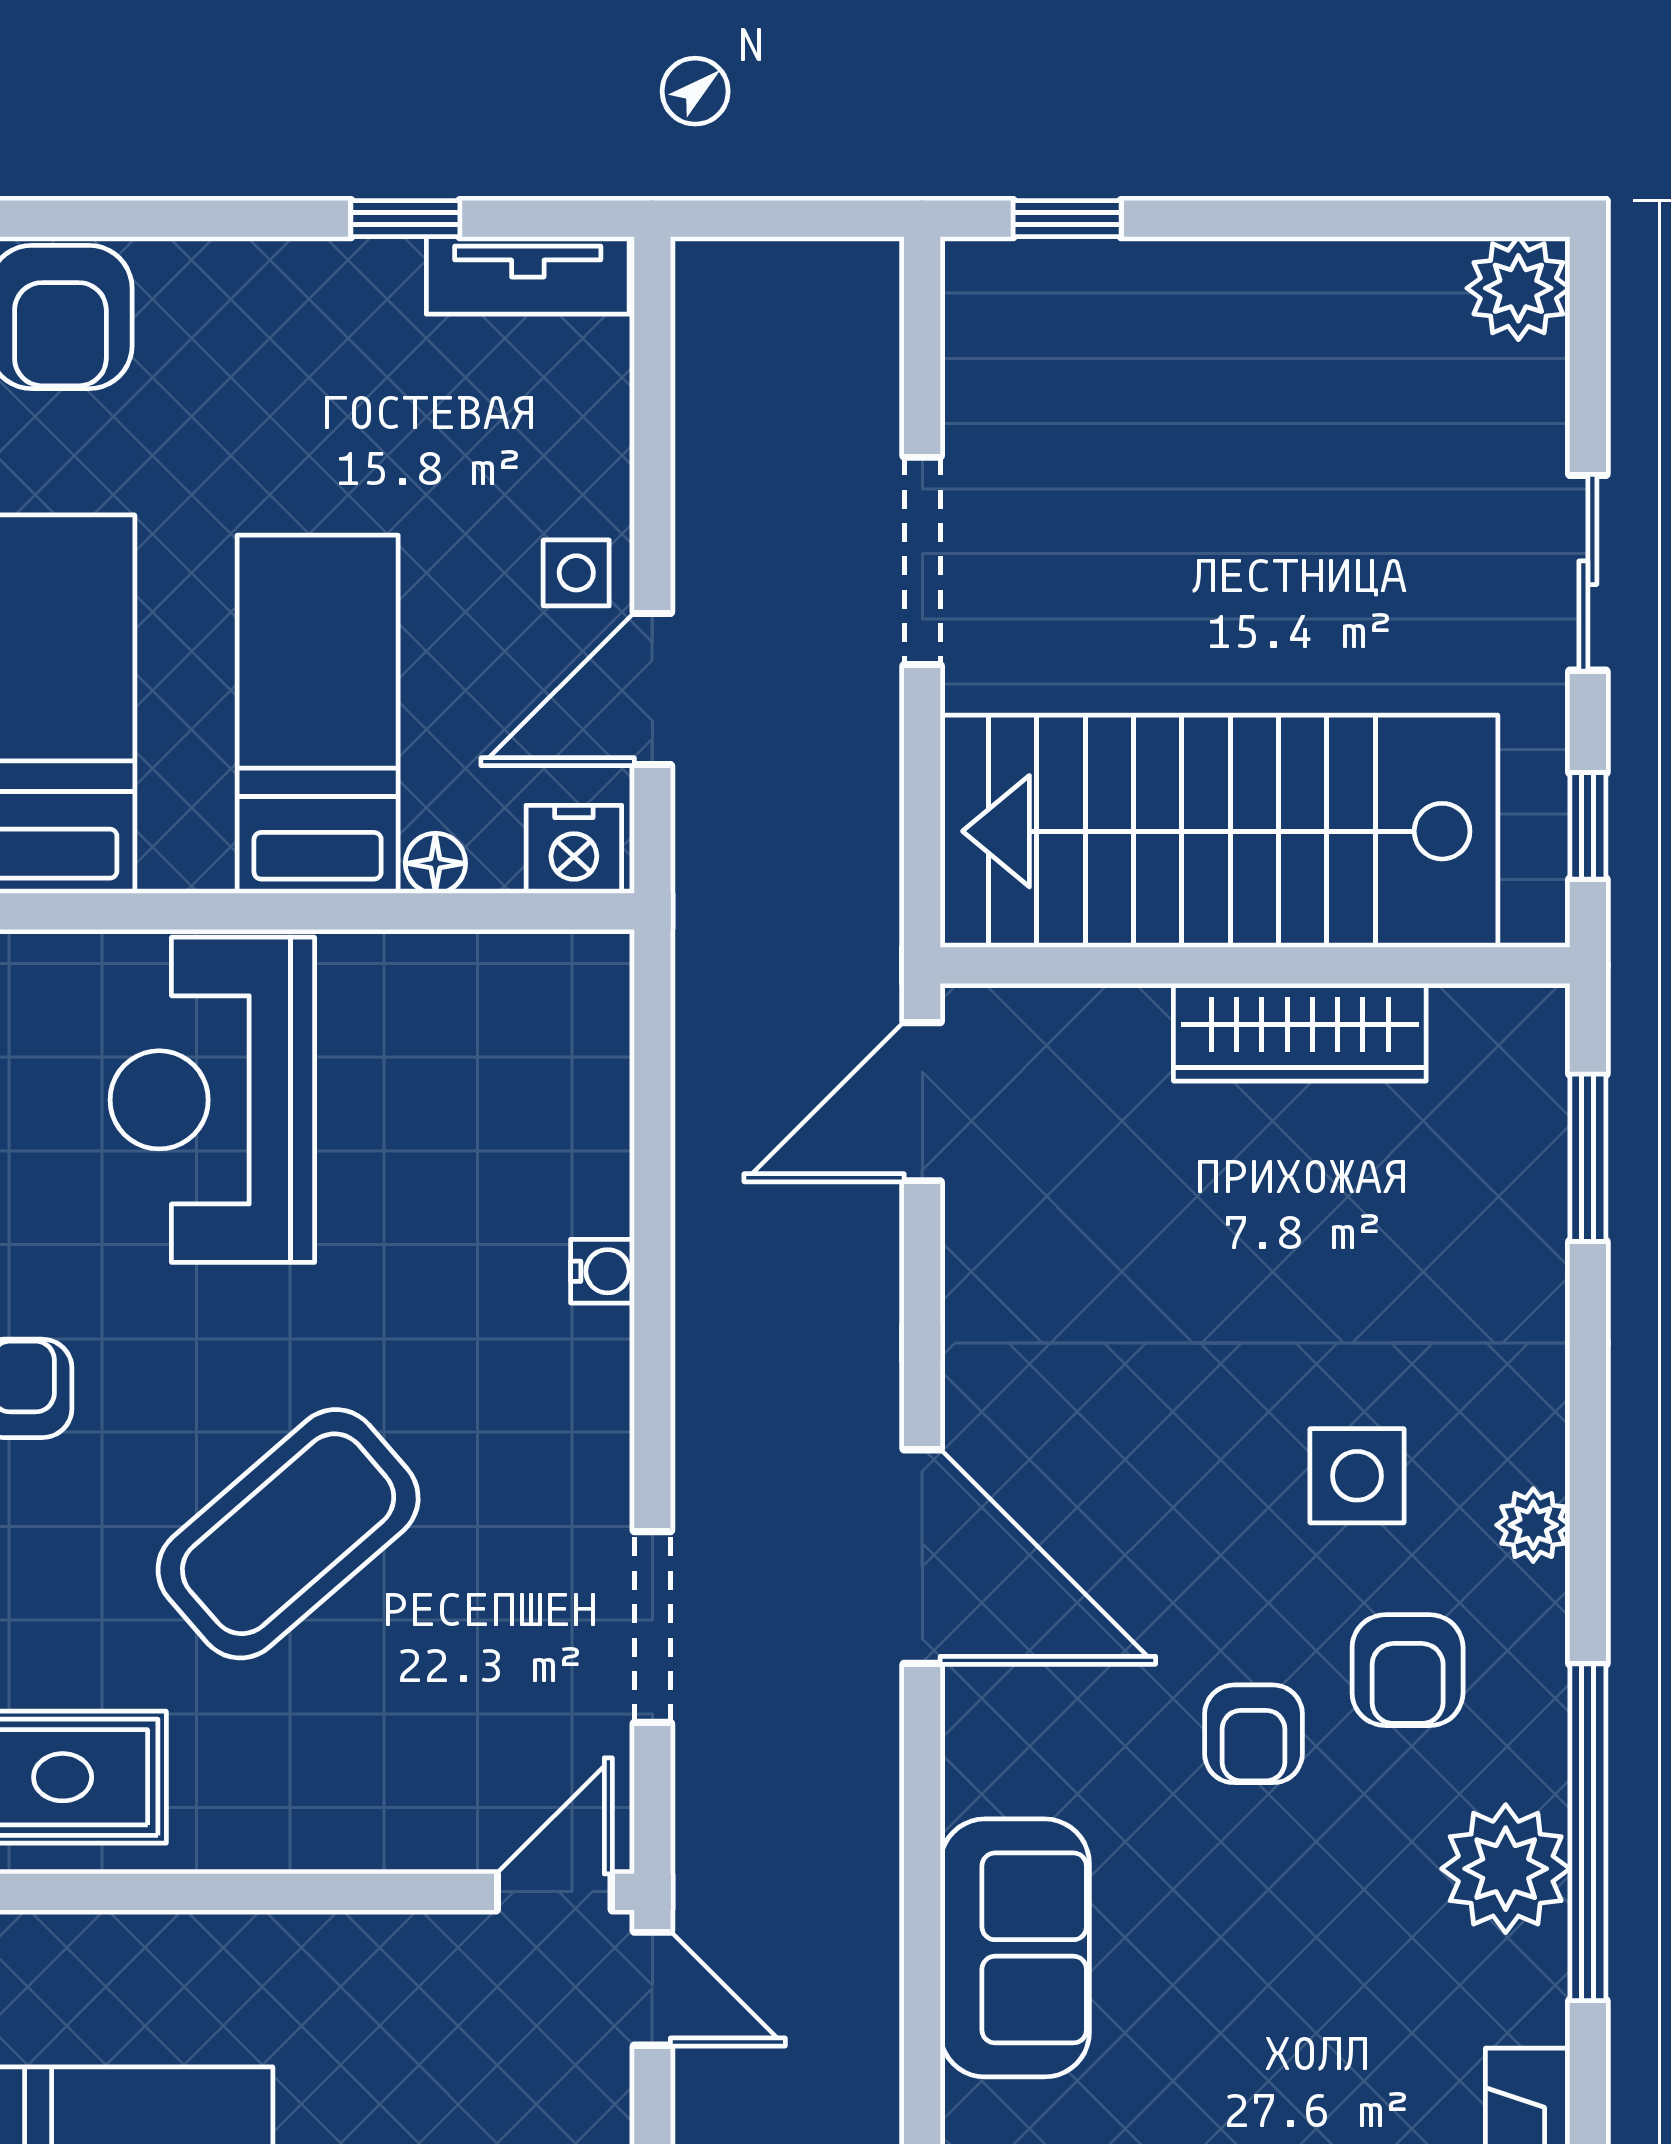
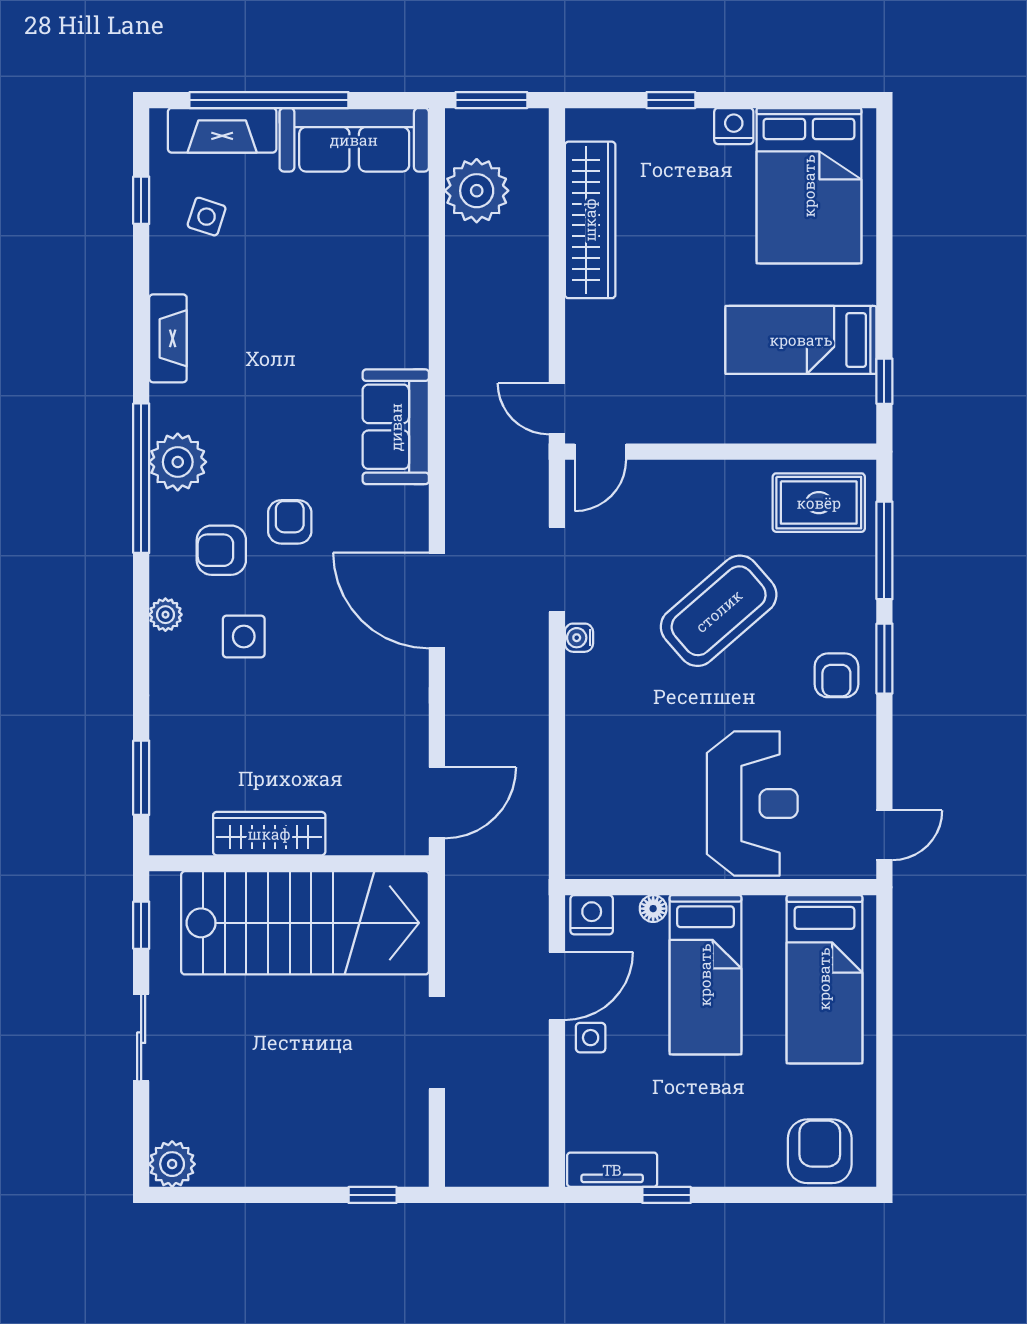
water cooler: (602, 1271) -> (579, 638), moved
armchair: (1408, 1670) -> (221, 550), turned -90

